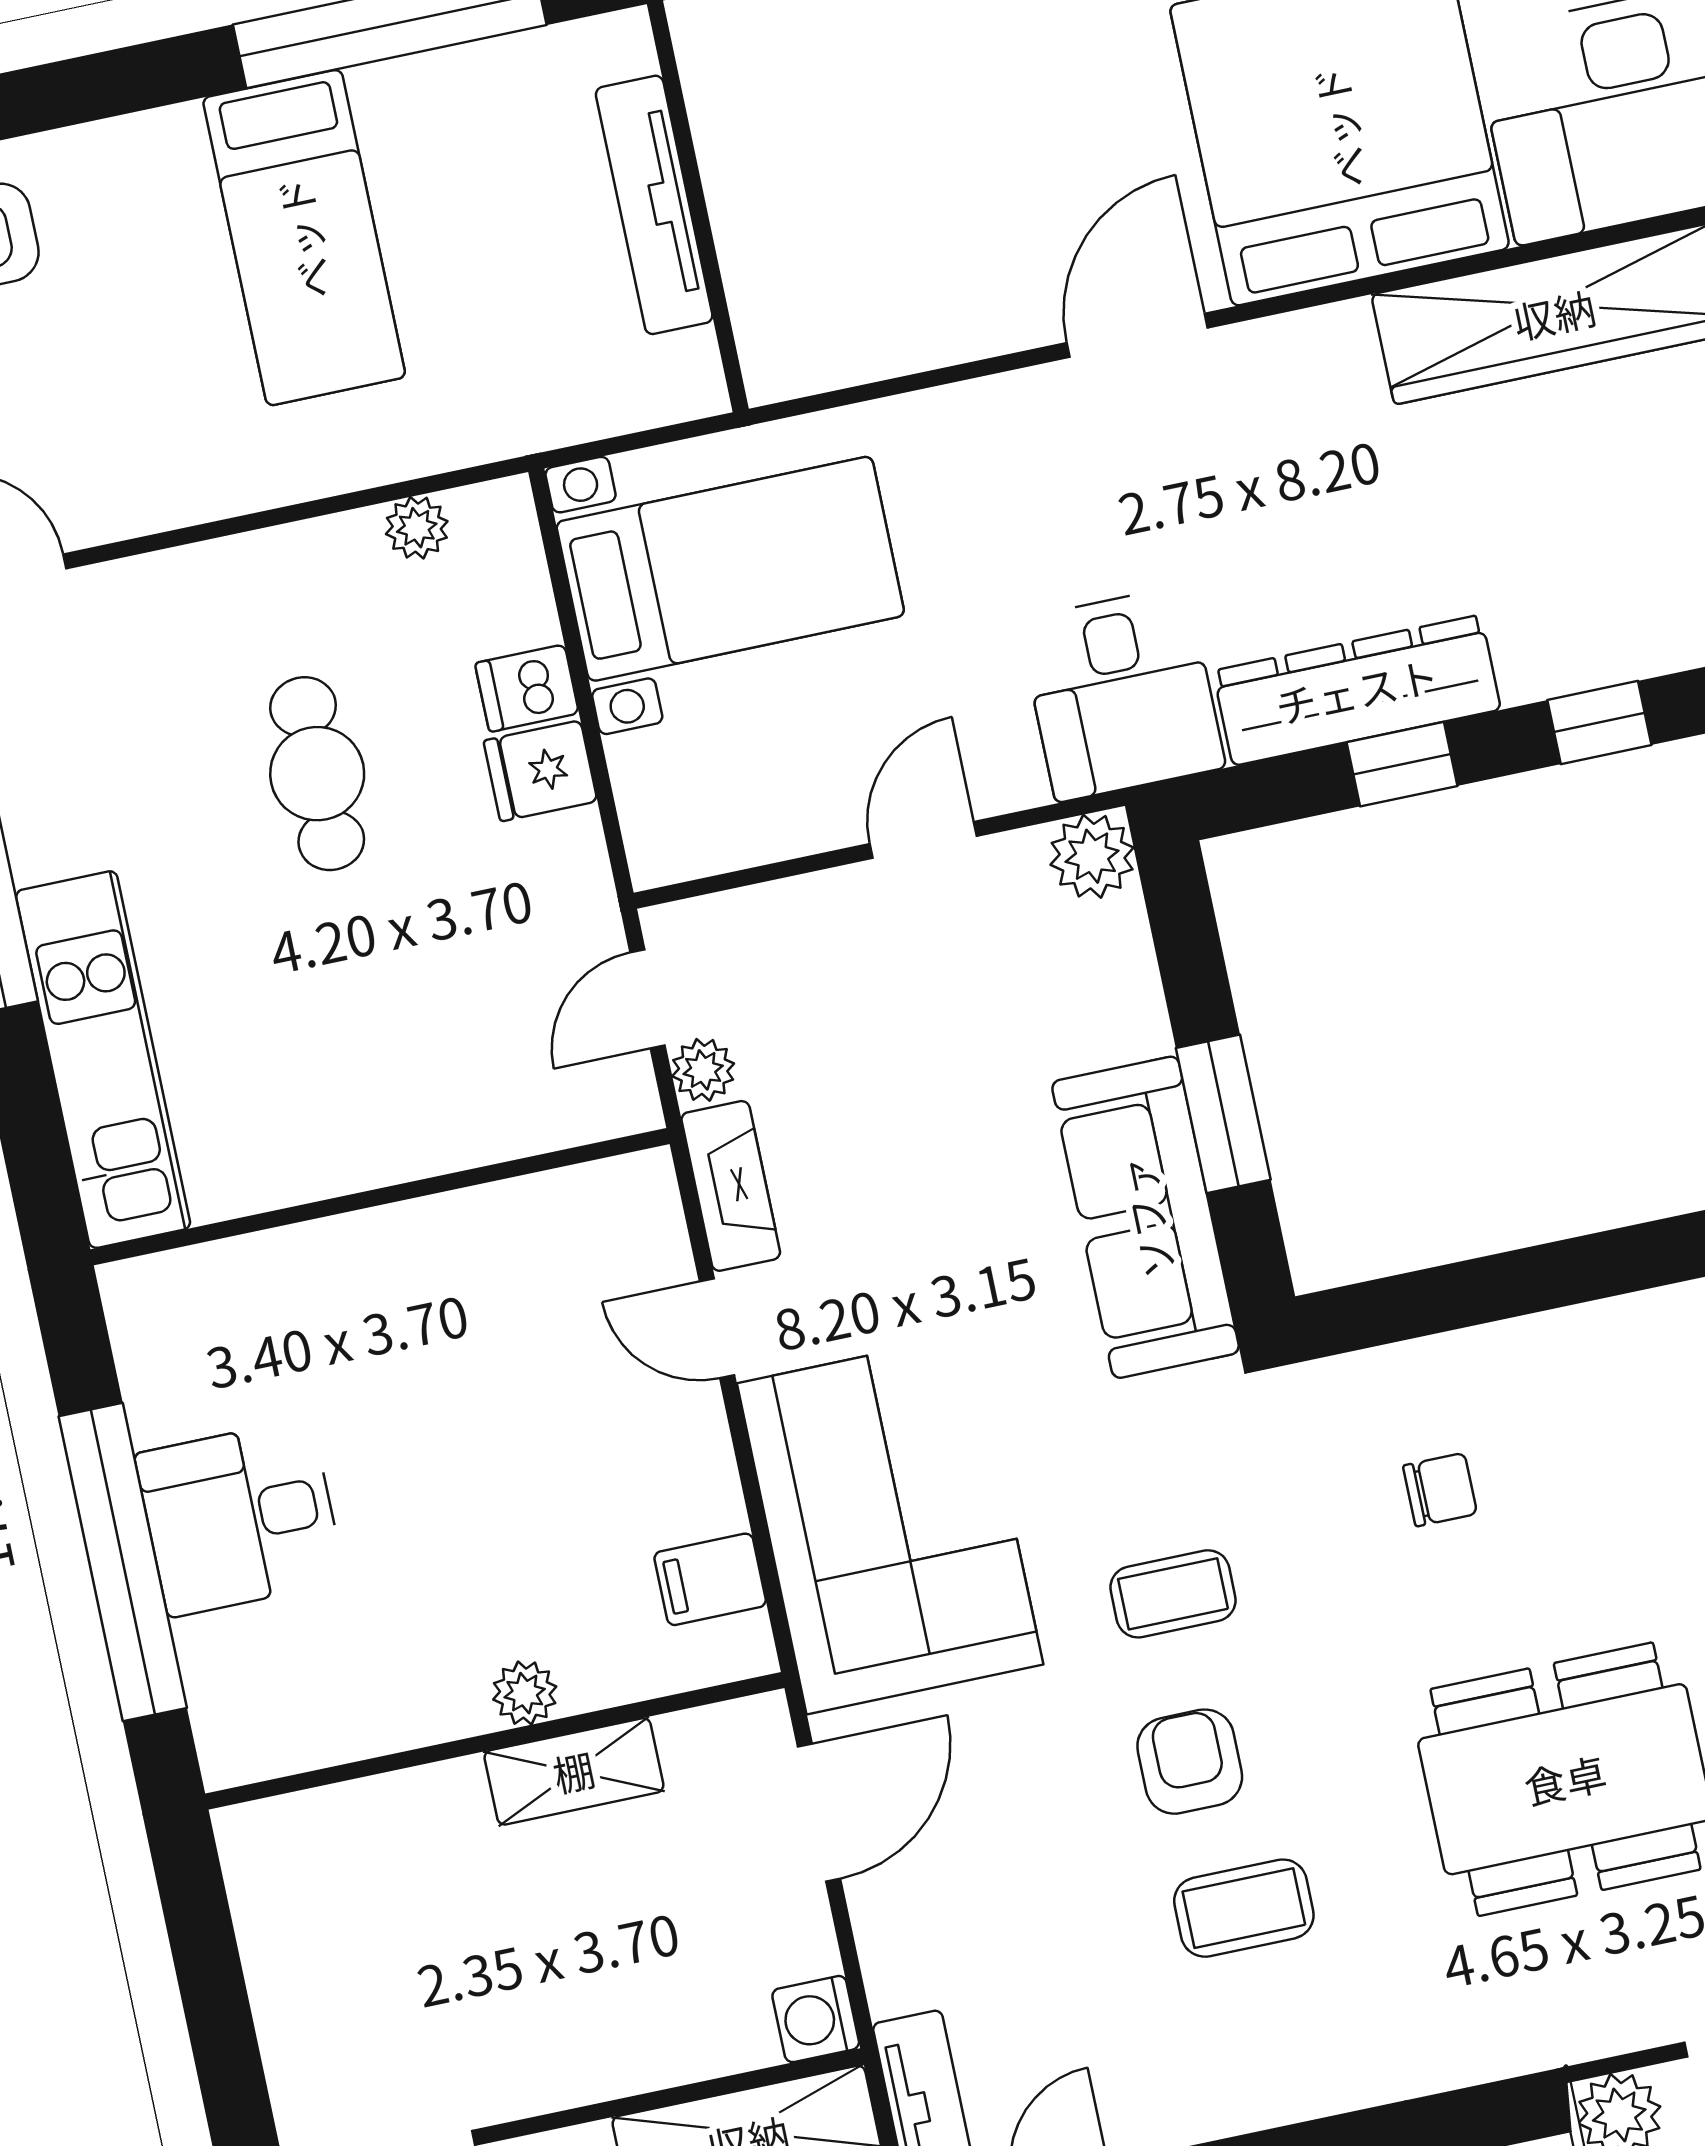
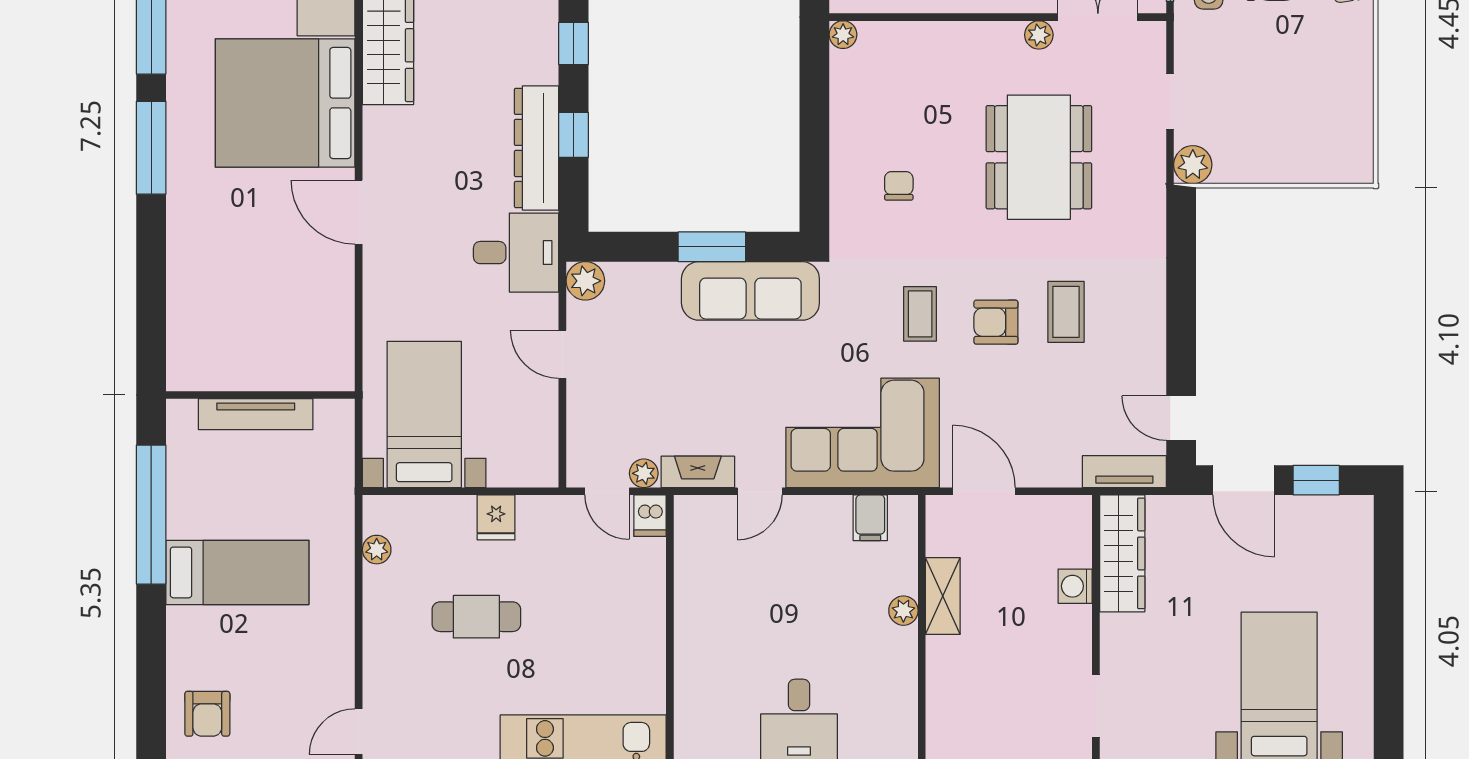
dishwasher: (527, 688) -> (650, 516), moved
washing machine: (816, 2019) -> (1075, 586), moved, turned 90

